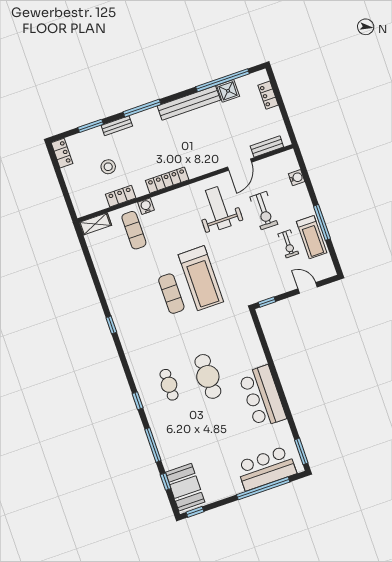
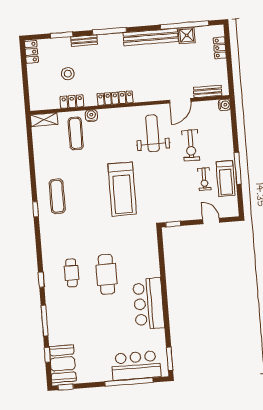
water cooler: (297, 178) -> (224, 105), moved
exercise mat: (171, 294) -> (57, 196), moved

